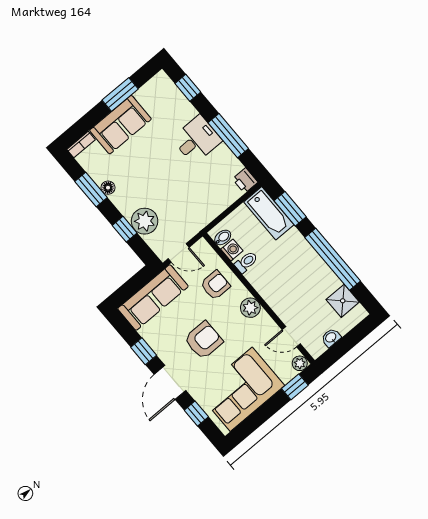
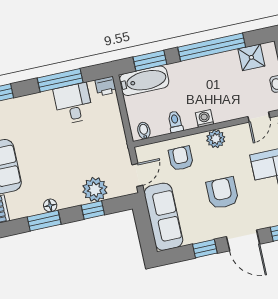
desk: (197, 140) -> (73, 103), moved
washing machine: (232, 250) -> (204, 118), moved

